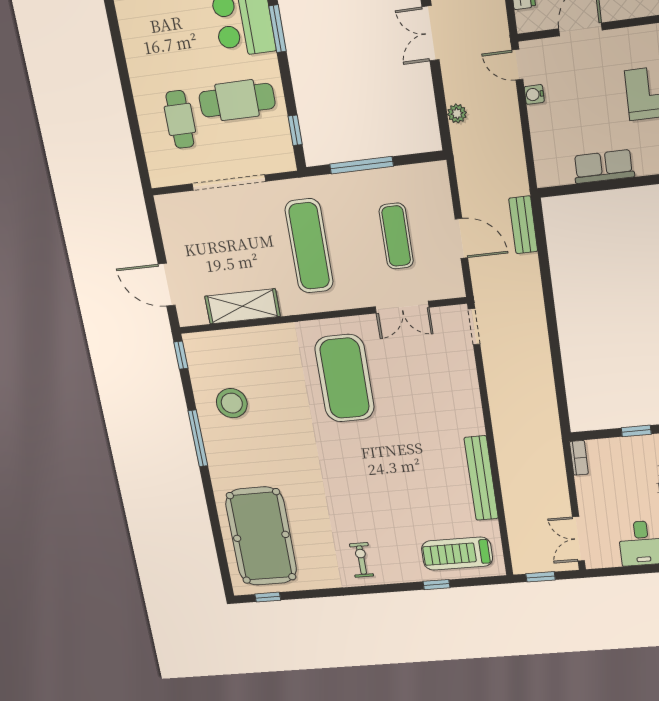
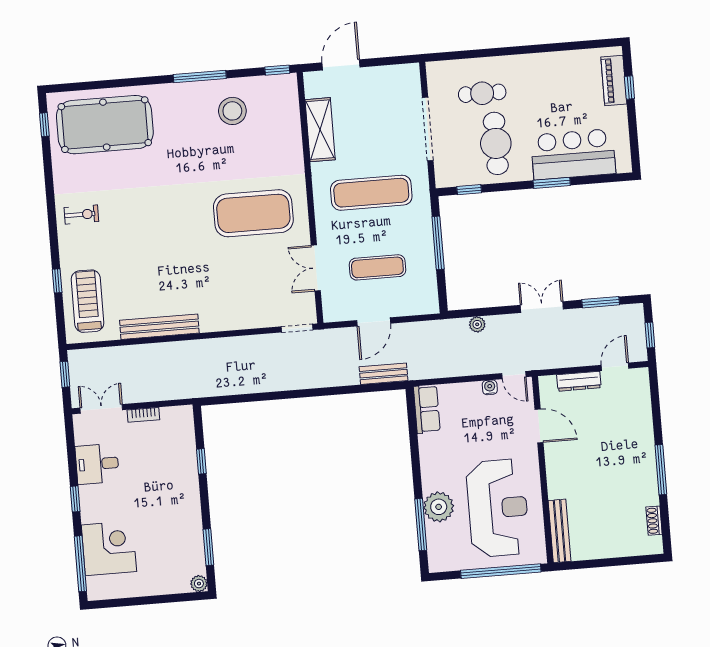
door: (517, 65) -> (514, 375), swing flipped
row of seats: (604, 166) -> (427, 409), moved
bookcase: (579, 458) -> (143, 415), moved

